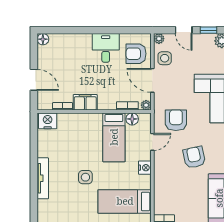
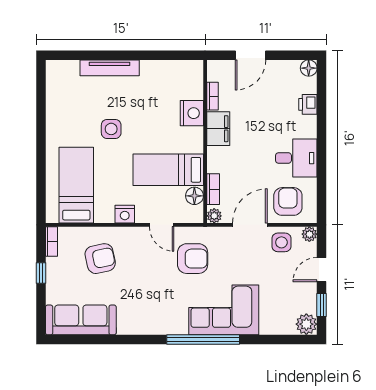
printer: (68, 40) -> (308, 104), added
nightstand: (48, 121) -> (192, 113), moved
armchair: (194, 157) -> (100, 259), moved

